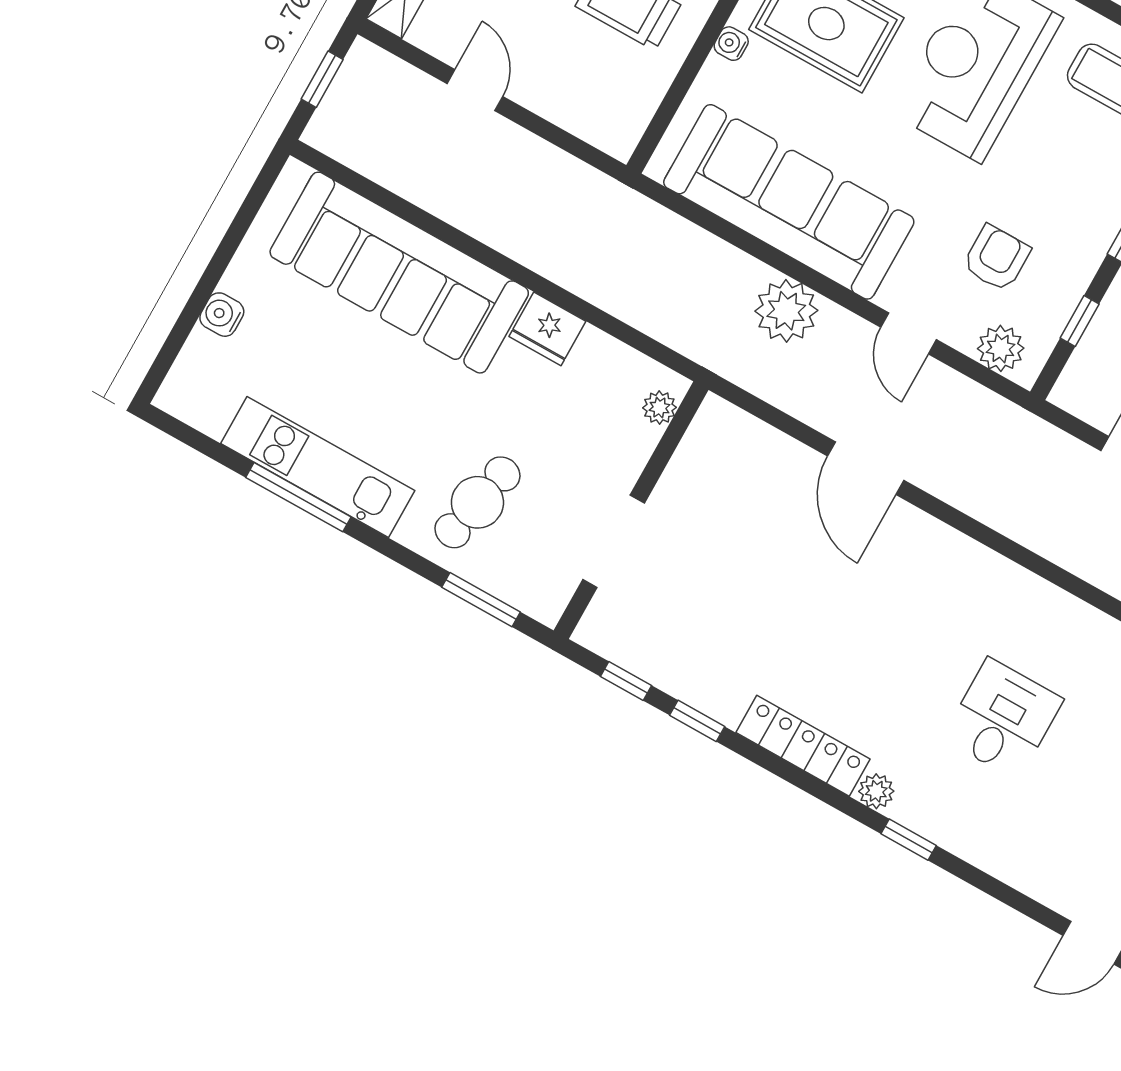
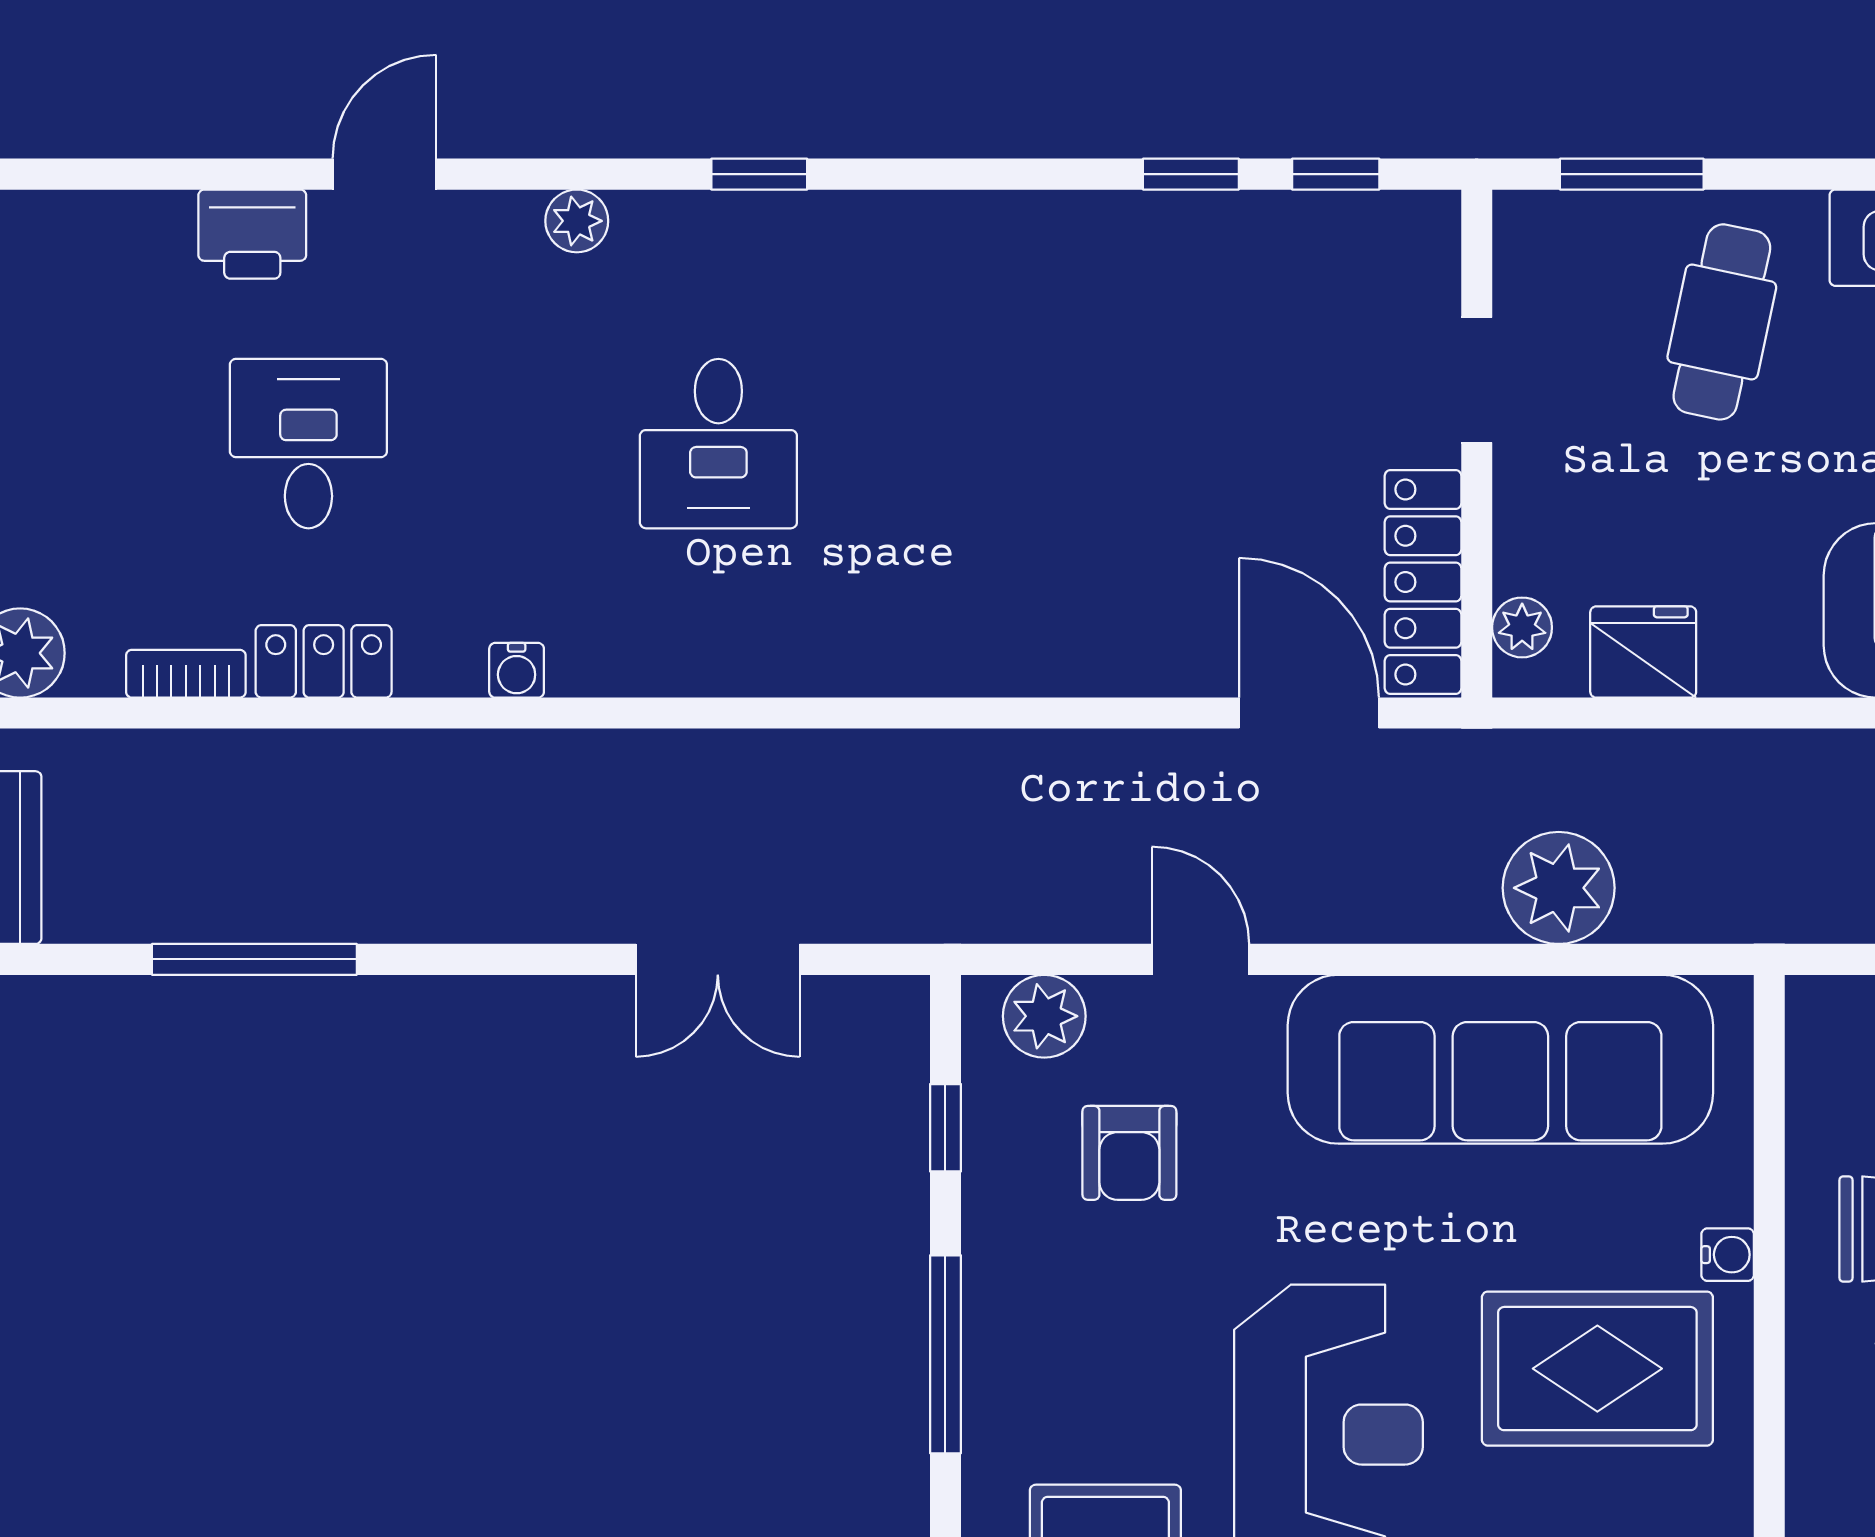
plant: (786, 311) -> (1559, 888), moved
fridge: (547, 329) -> (1643, 652), moved
door: (866, 468) -> (1309, 713), moved
doorway: (614, 541) -> (1477, 380), width x0.73
locker: (803, 746) -> (1423, 582), moved, turned 90
plant: (876, 791) -> (577, 221), moved

